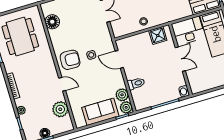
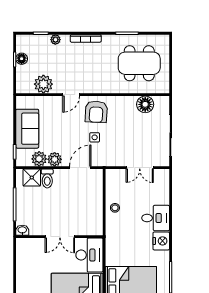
shower: (158, 36) -> (32, 178), moved
plant: (126, 107) -> (55, 159), moved

